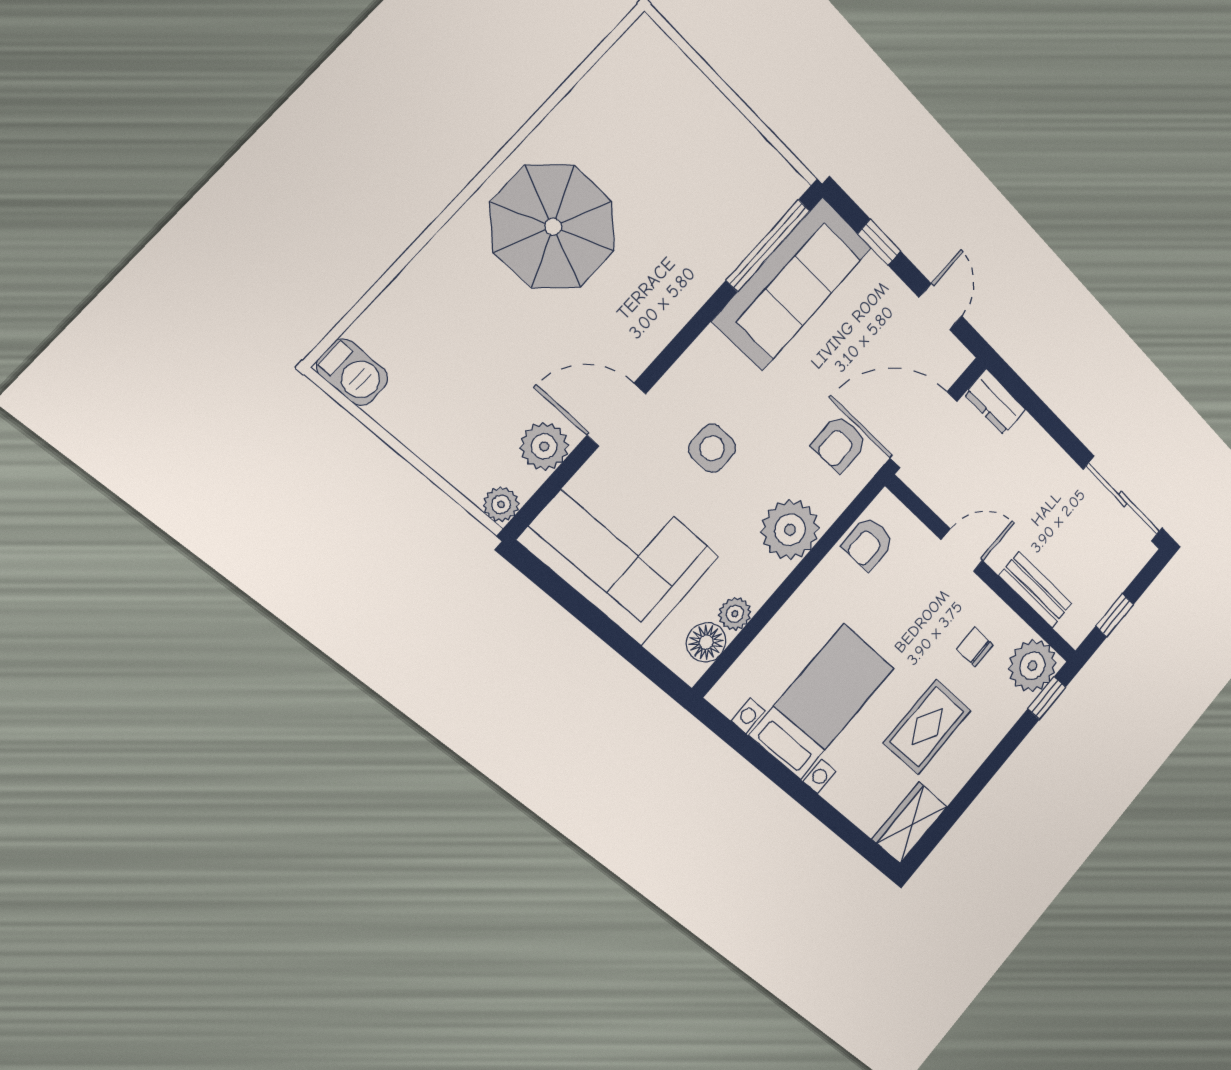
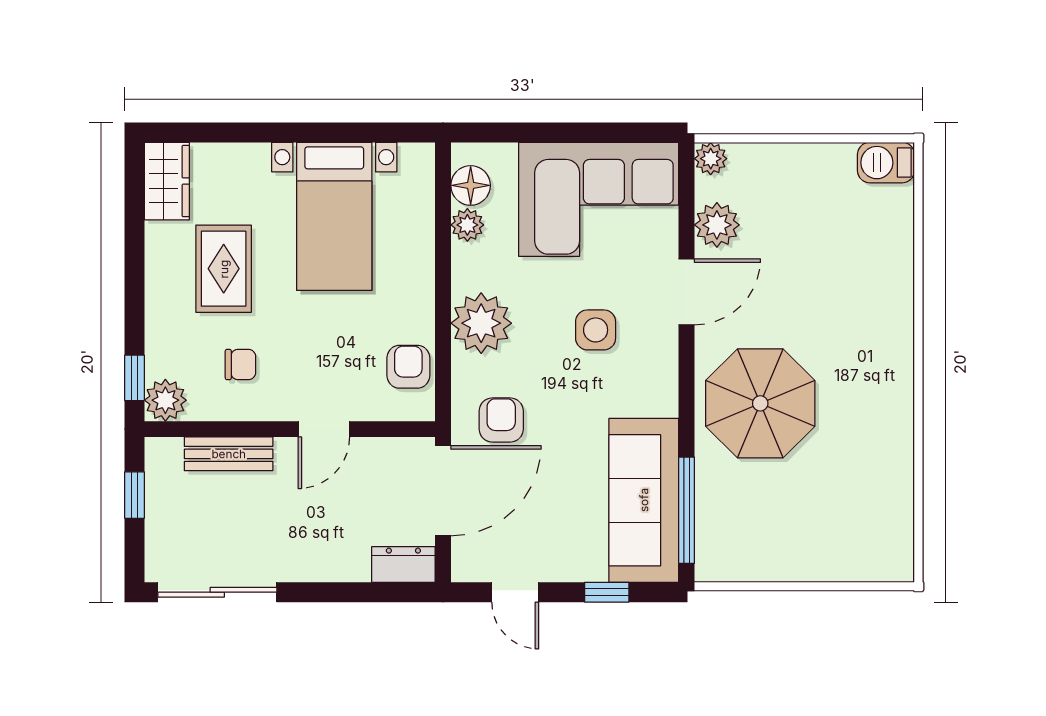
parasol: (553, 227) -> (760, 403), moved
plant: (1033, 666) -> (165, 400), width x0.73, depth x0.73

